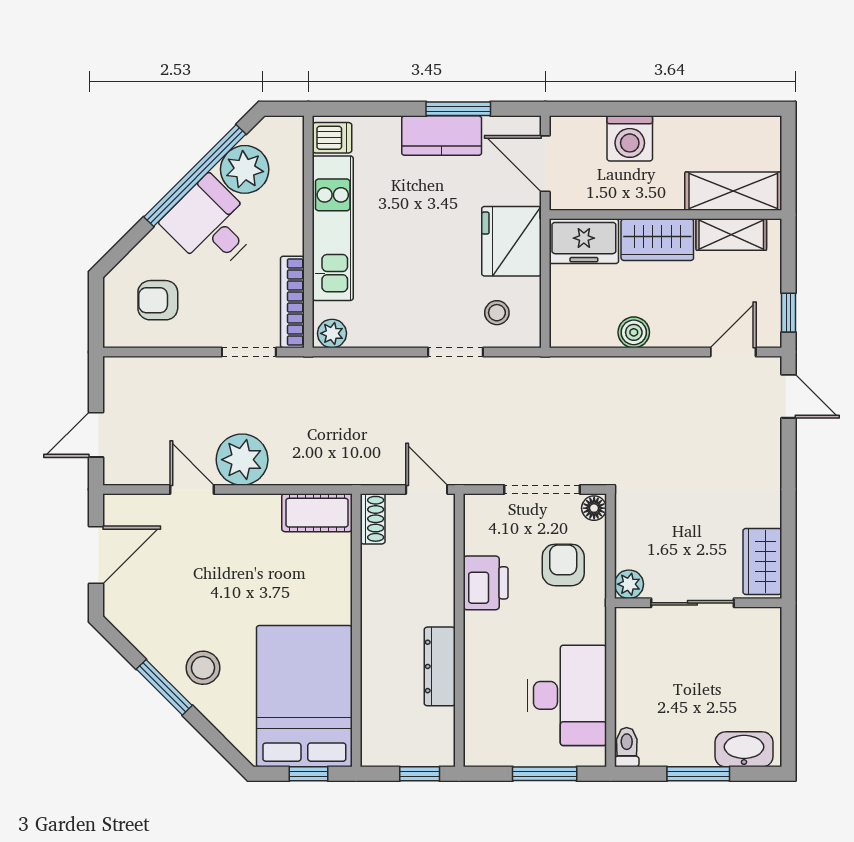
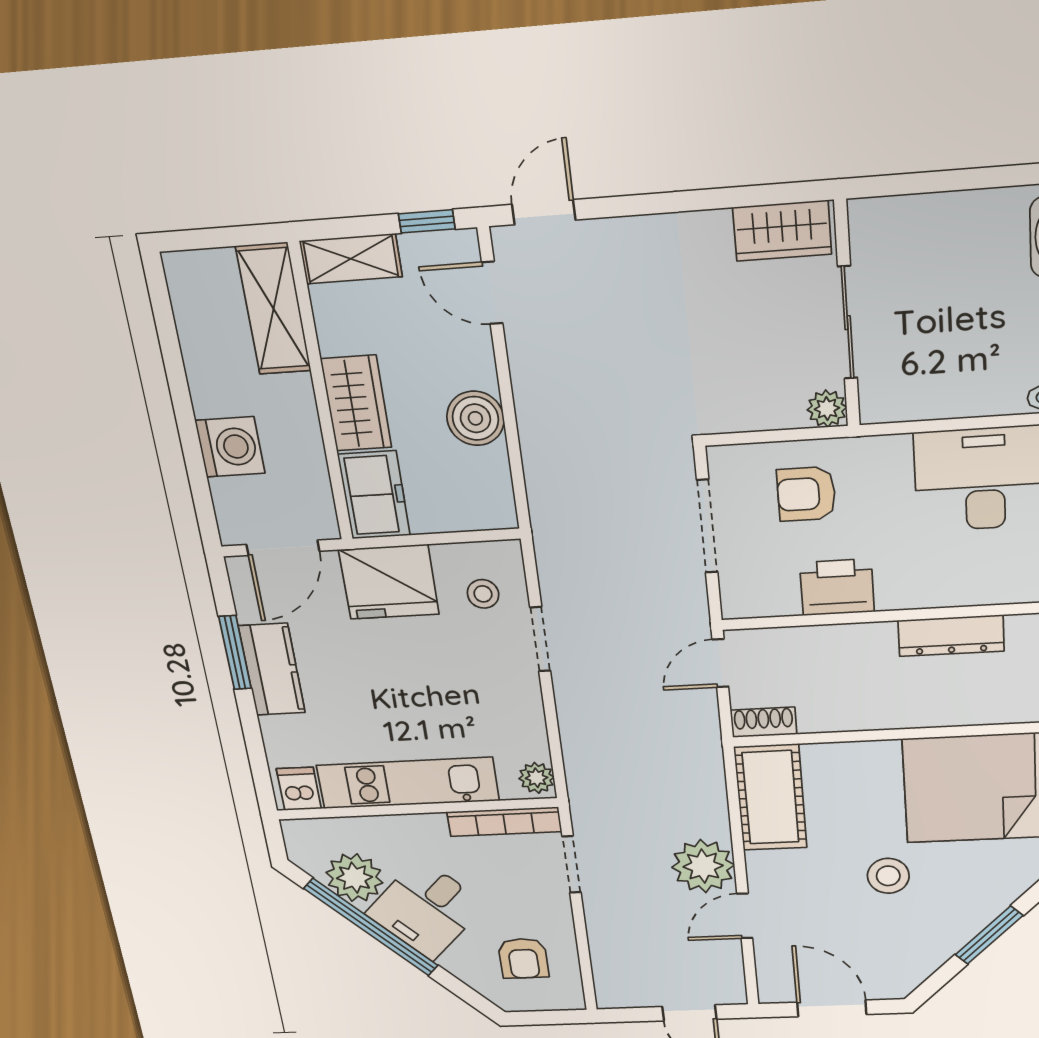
shelving: (731, 235) -> (351, 259), moved, turned 90
boiler: (634, 332) -> (475, 418), width x1.36, depth x1.36
floor lamp: (594, 508) -> (726, 460), removed
cot: (317, 513) -> (771, 797), width x1.37, depth x1.34
stool: (203, 668) -> (888, 876), moved

